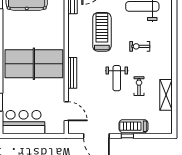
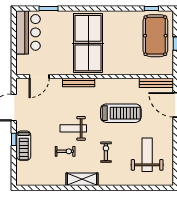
shelving: (166, 95) -> (82, 179), moved
treadmill: (134, 126) -> (24, 146), turned 180

